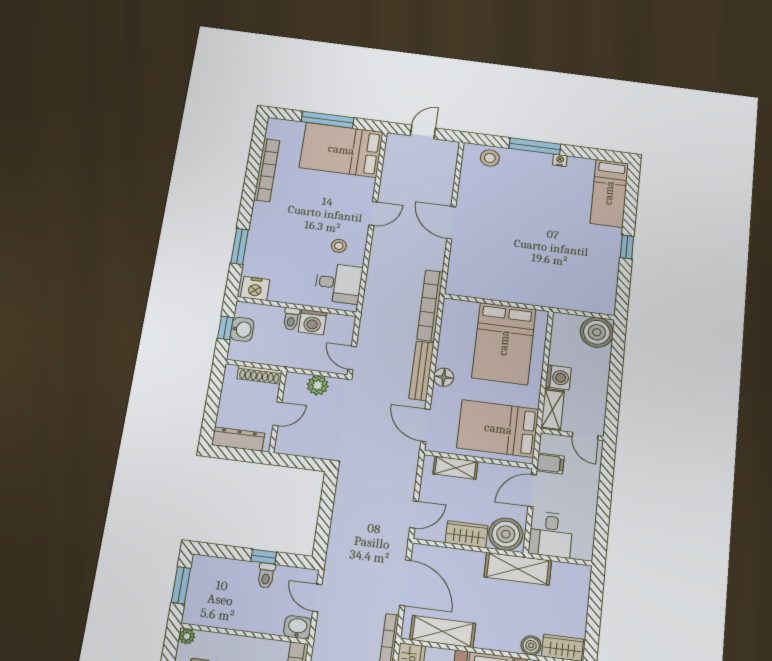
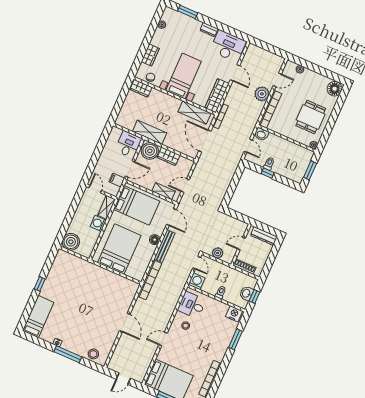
washing machine: (313, 322) -> (197, 281), moved
door: (414, 515) -> (185, 186), moved
boiler: (531, 645) -> (155, 94), removed

